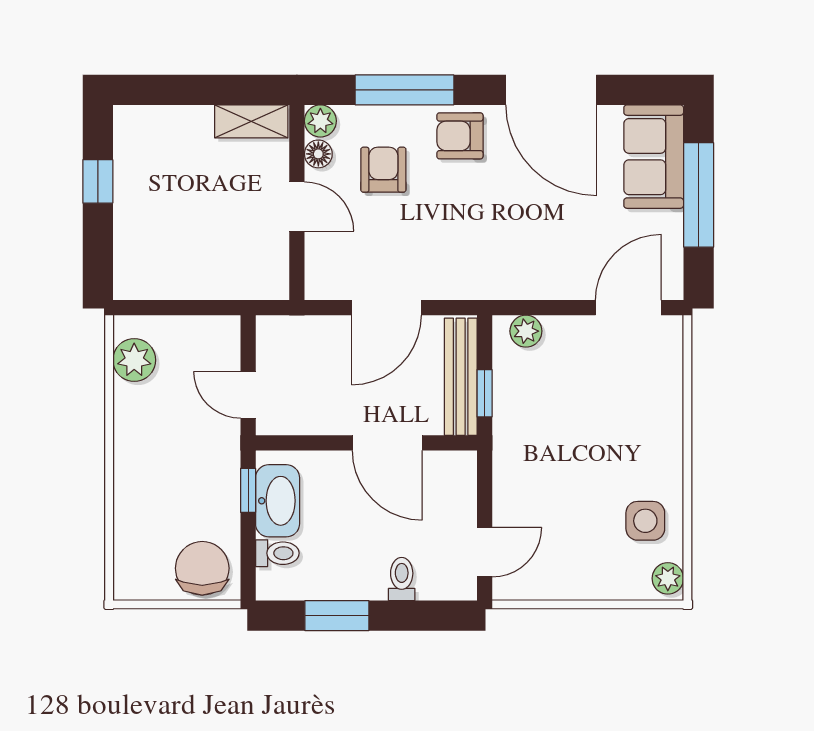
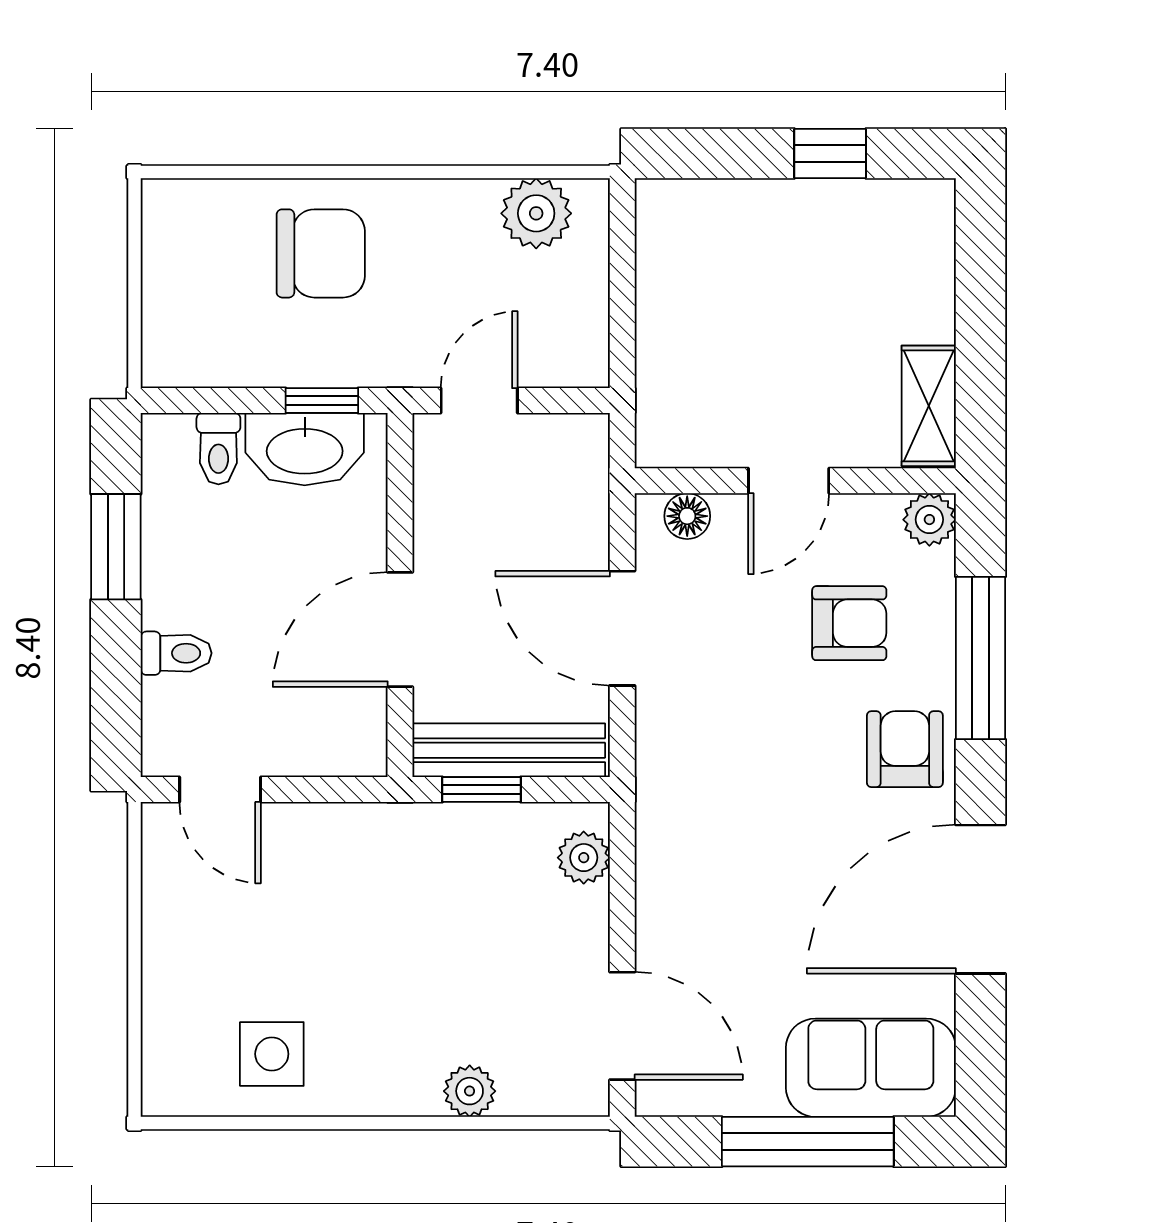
floor lamp: (318, 154) -> (687, 516), moved
chair: (202, 568) -> (321, 253), moved
plant: (668, 578) -> (470, 1091), moved

